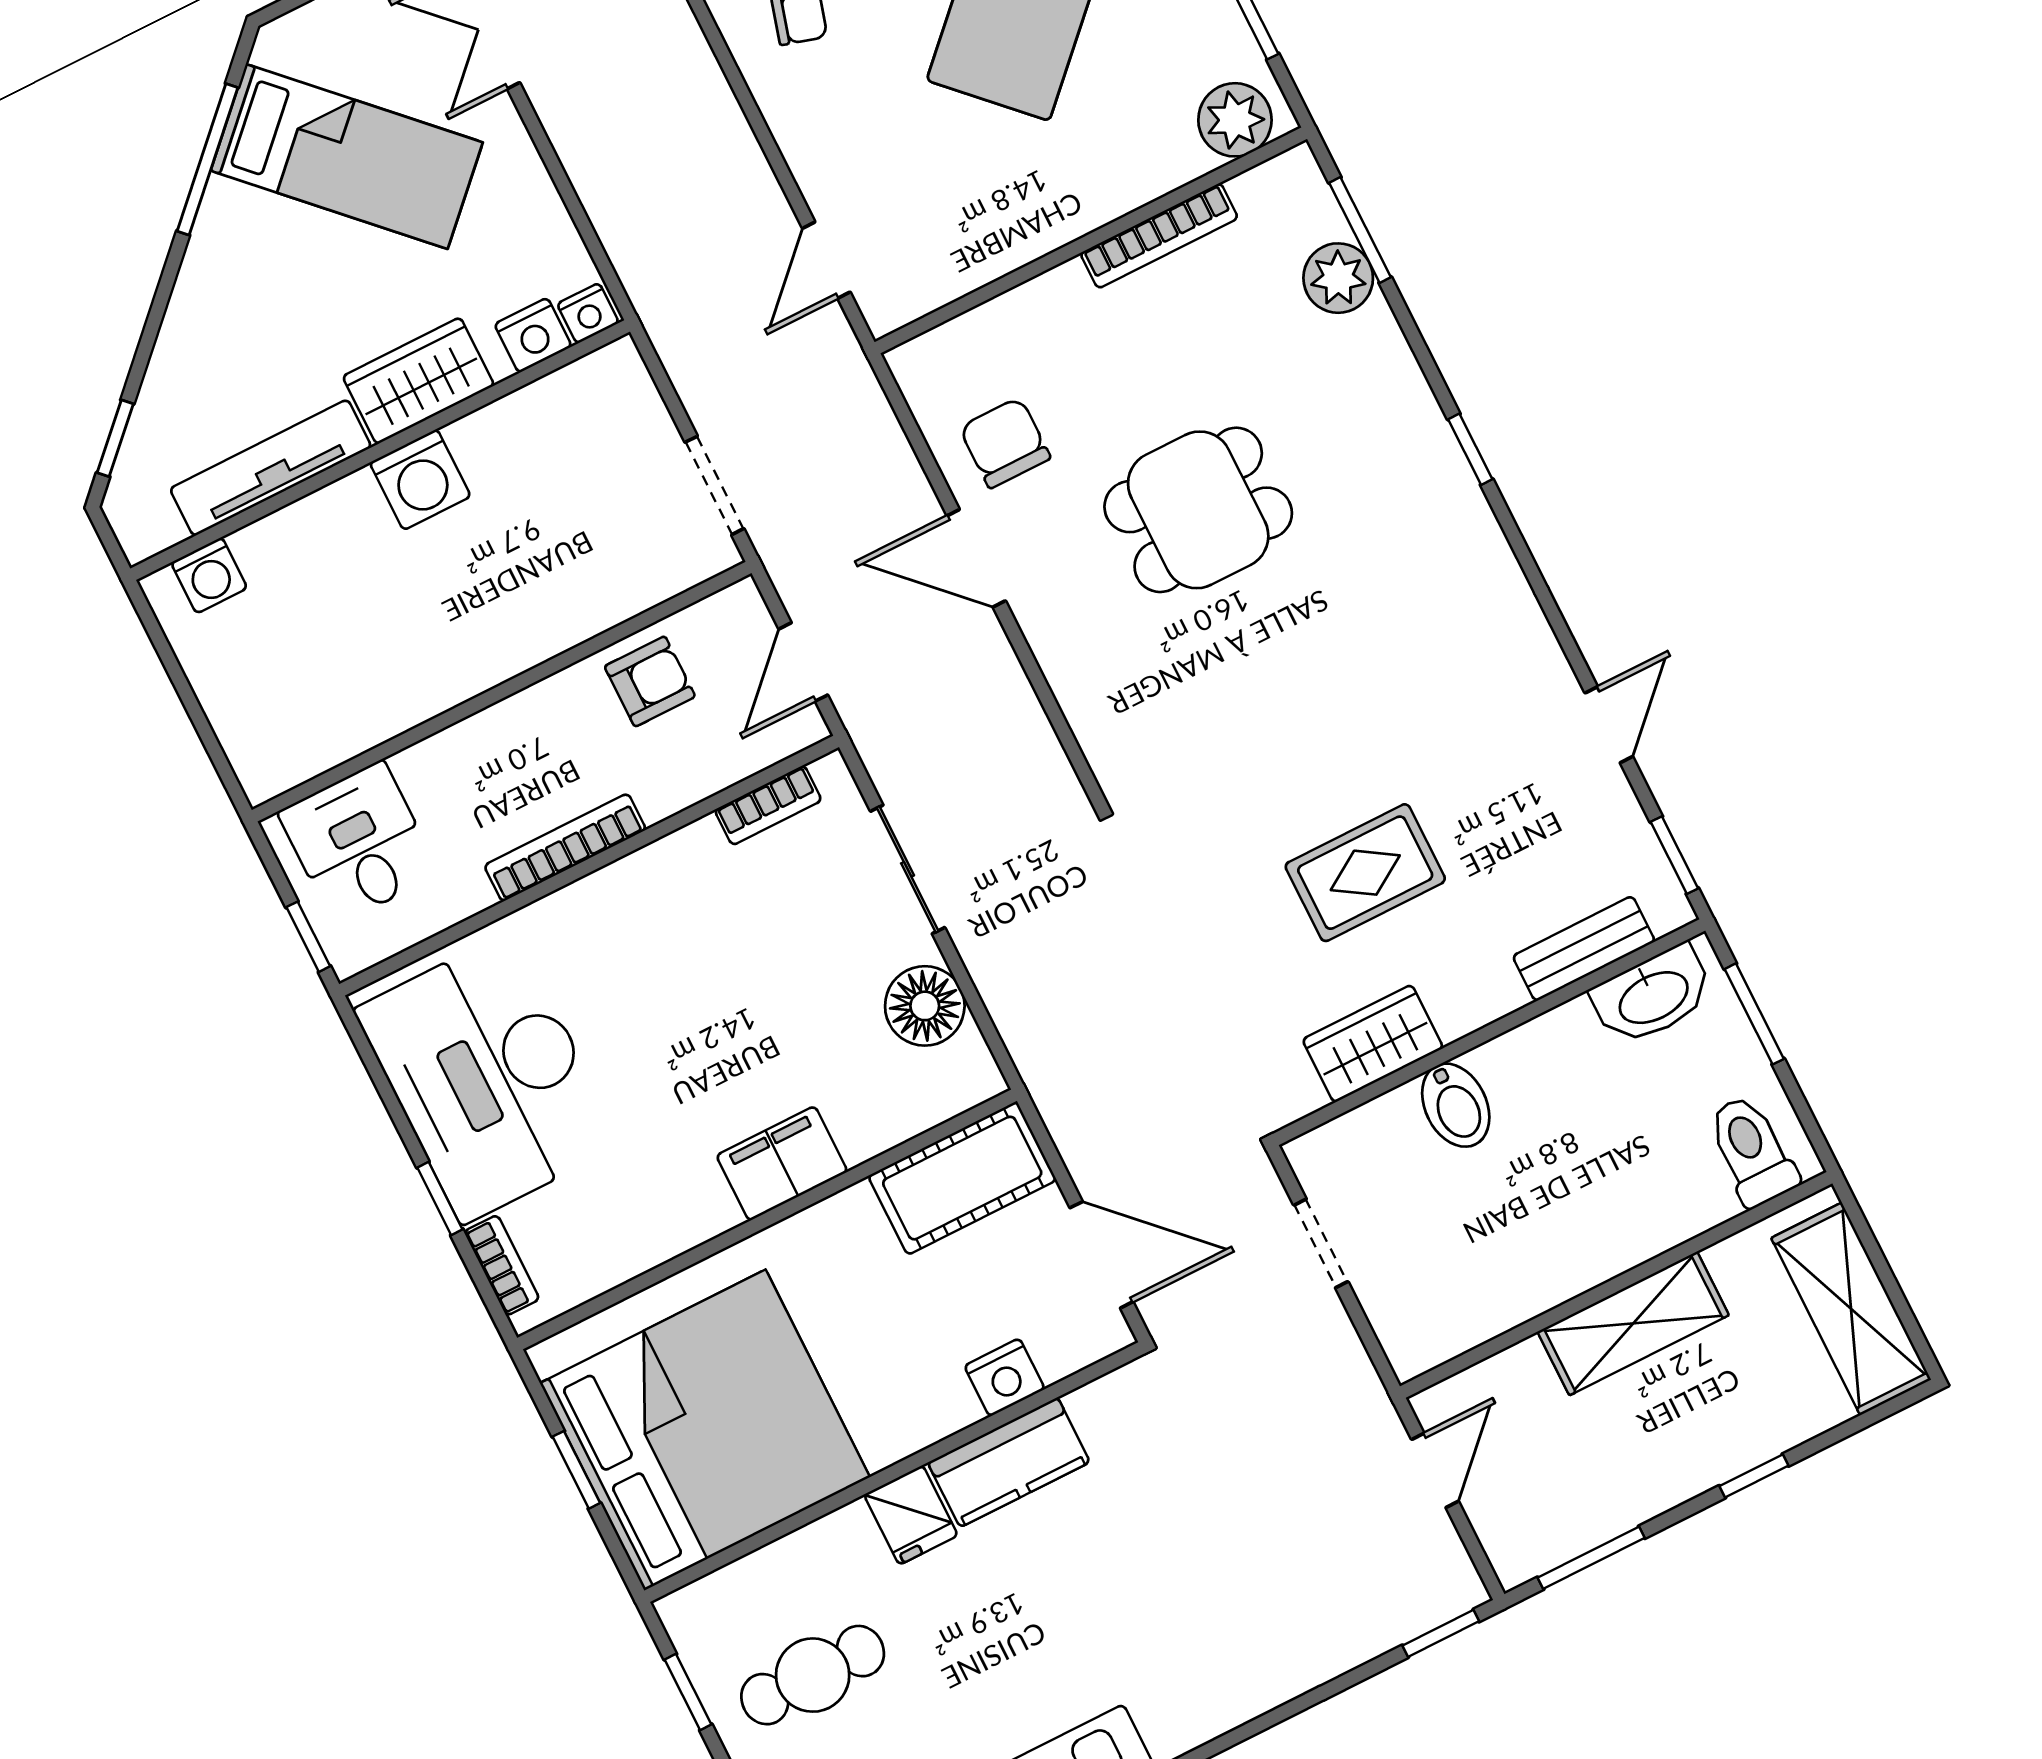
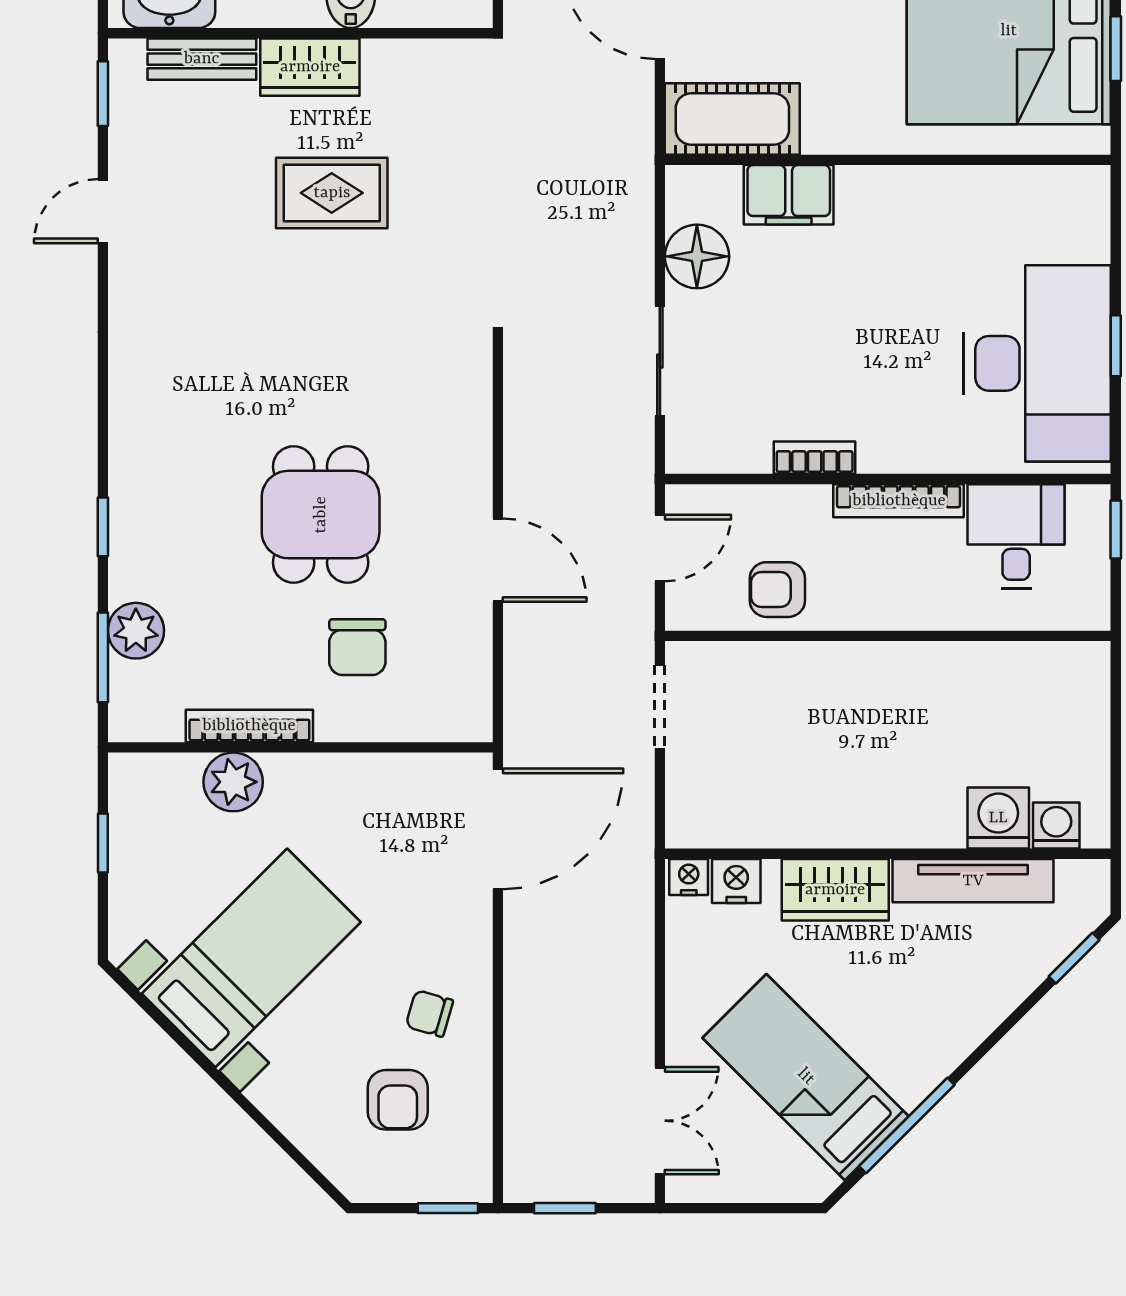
plant: (1235, 120) -> (233, 782), moved
door: (826, 260) -> (498, 829), width x1.88
chair: (1005, 443) -> (357, 647), moved
window: (1470, 449) -> (103, 527), moved
washing machine: (420, 480) -> (998, 818), moved
dining table: (1198, 510) -> (321, 515), turned 90
bookcase: (768, 805) -> (815, 458), moved
desk: (359, 843) -> (1016, 536), moved, turned 180
wardrobe: (1373, 1044) -> (310, 67), moved
filing cabinet: (782, 1163) -> (789, 195), moved
window: (440, 1198) -> (1116, 346), moved
bookcase: (502, 1265) -> (1095, 223), removed

